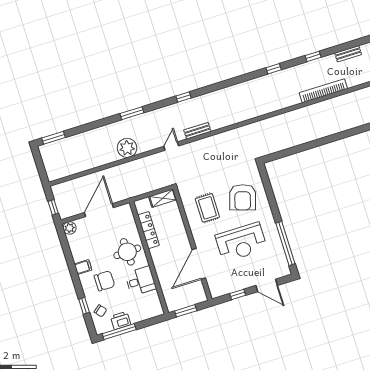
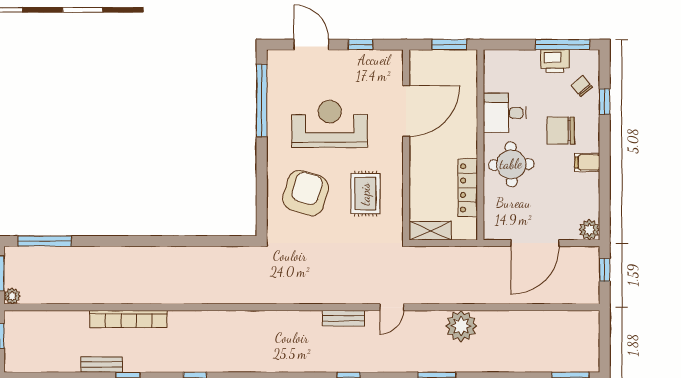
bench: (348, 54) -> (102, 365), moved

